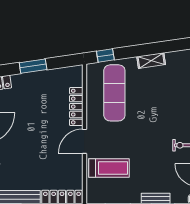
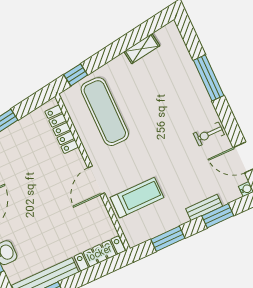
shelving: (151, 61) -> (142, 49), moved
locker: (76, 107) -> (62, 129), moved

